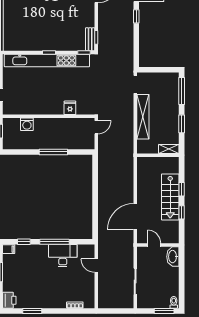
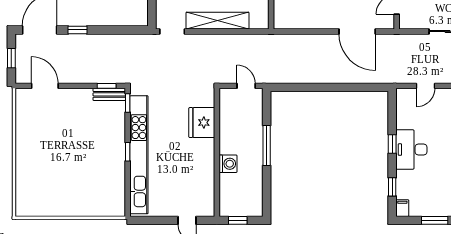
fridge: (70, 108) -> (202, 123), width x1.88, depth x1.34
washing machine: (27, 124) -> (228, 164), moved
door: (96, 127) -> (246, 86), moved
window: (55, 242) -> (392, 144), width x0.46
desk: (63, 256) -> (411, 150), moved

